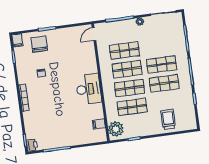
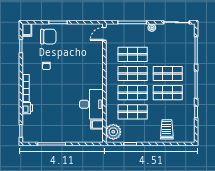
chair: (39, 44) -> (48, 37), turned 90
desk: (88, 89) -> (91, 104), moved
printer: (32, 145) -> (27, 108), moved

